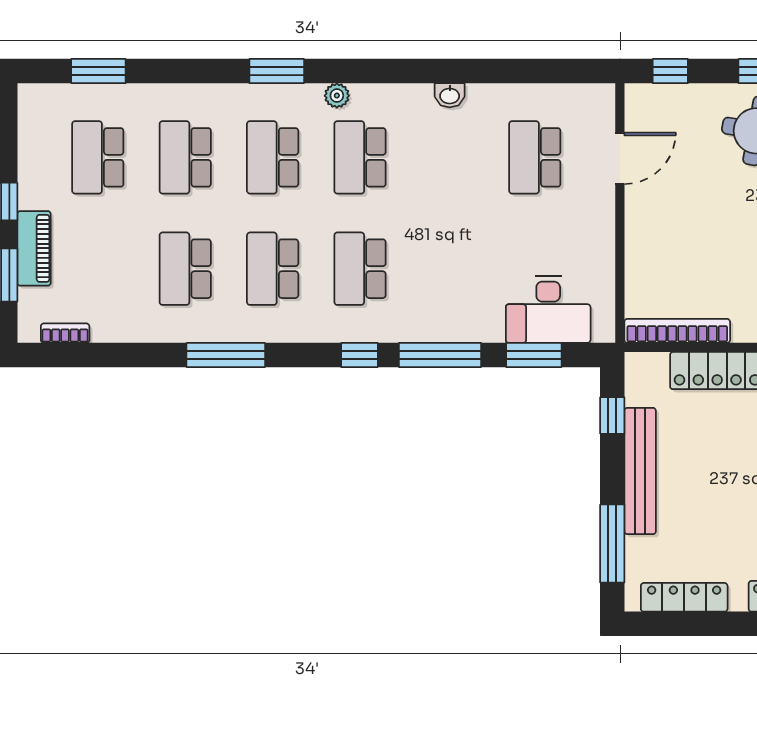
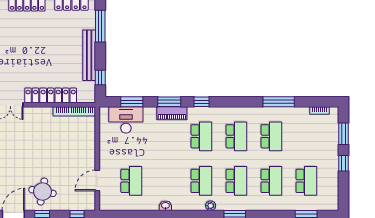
piano: (34, 248) -> (172, 113), moved, turned -90
window: (226, 355) -> (279, 102), moved
window: (440, 355) -> (169, 102), width x0.69

